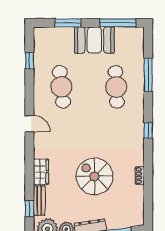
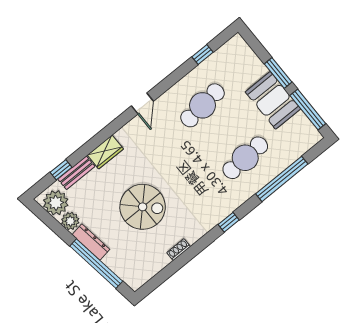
window: (68, 23) -> (278, 73), moved
window: (148, 75) -> (282, 179), width x1.46
spiral stairs: (94, 176) -> (143, 207), turned 90

